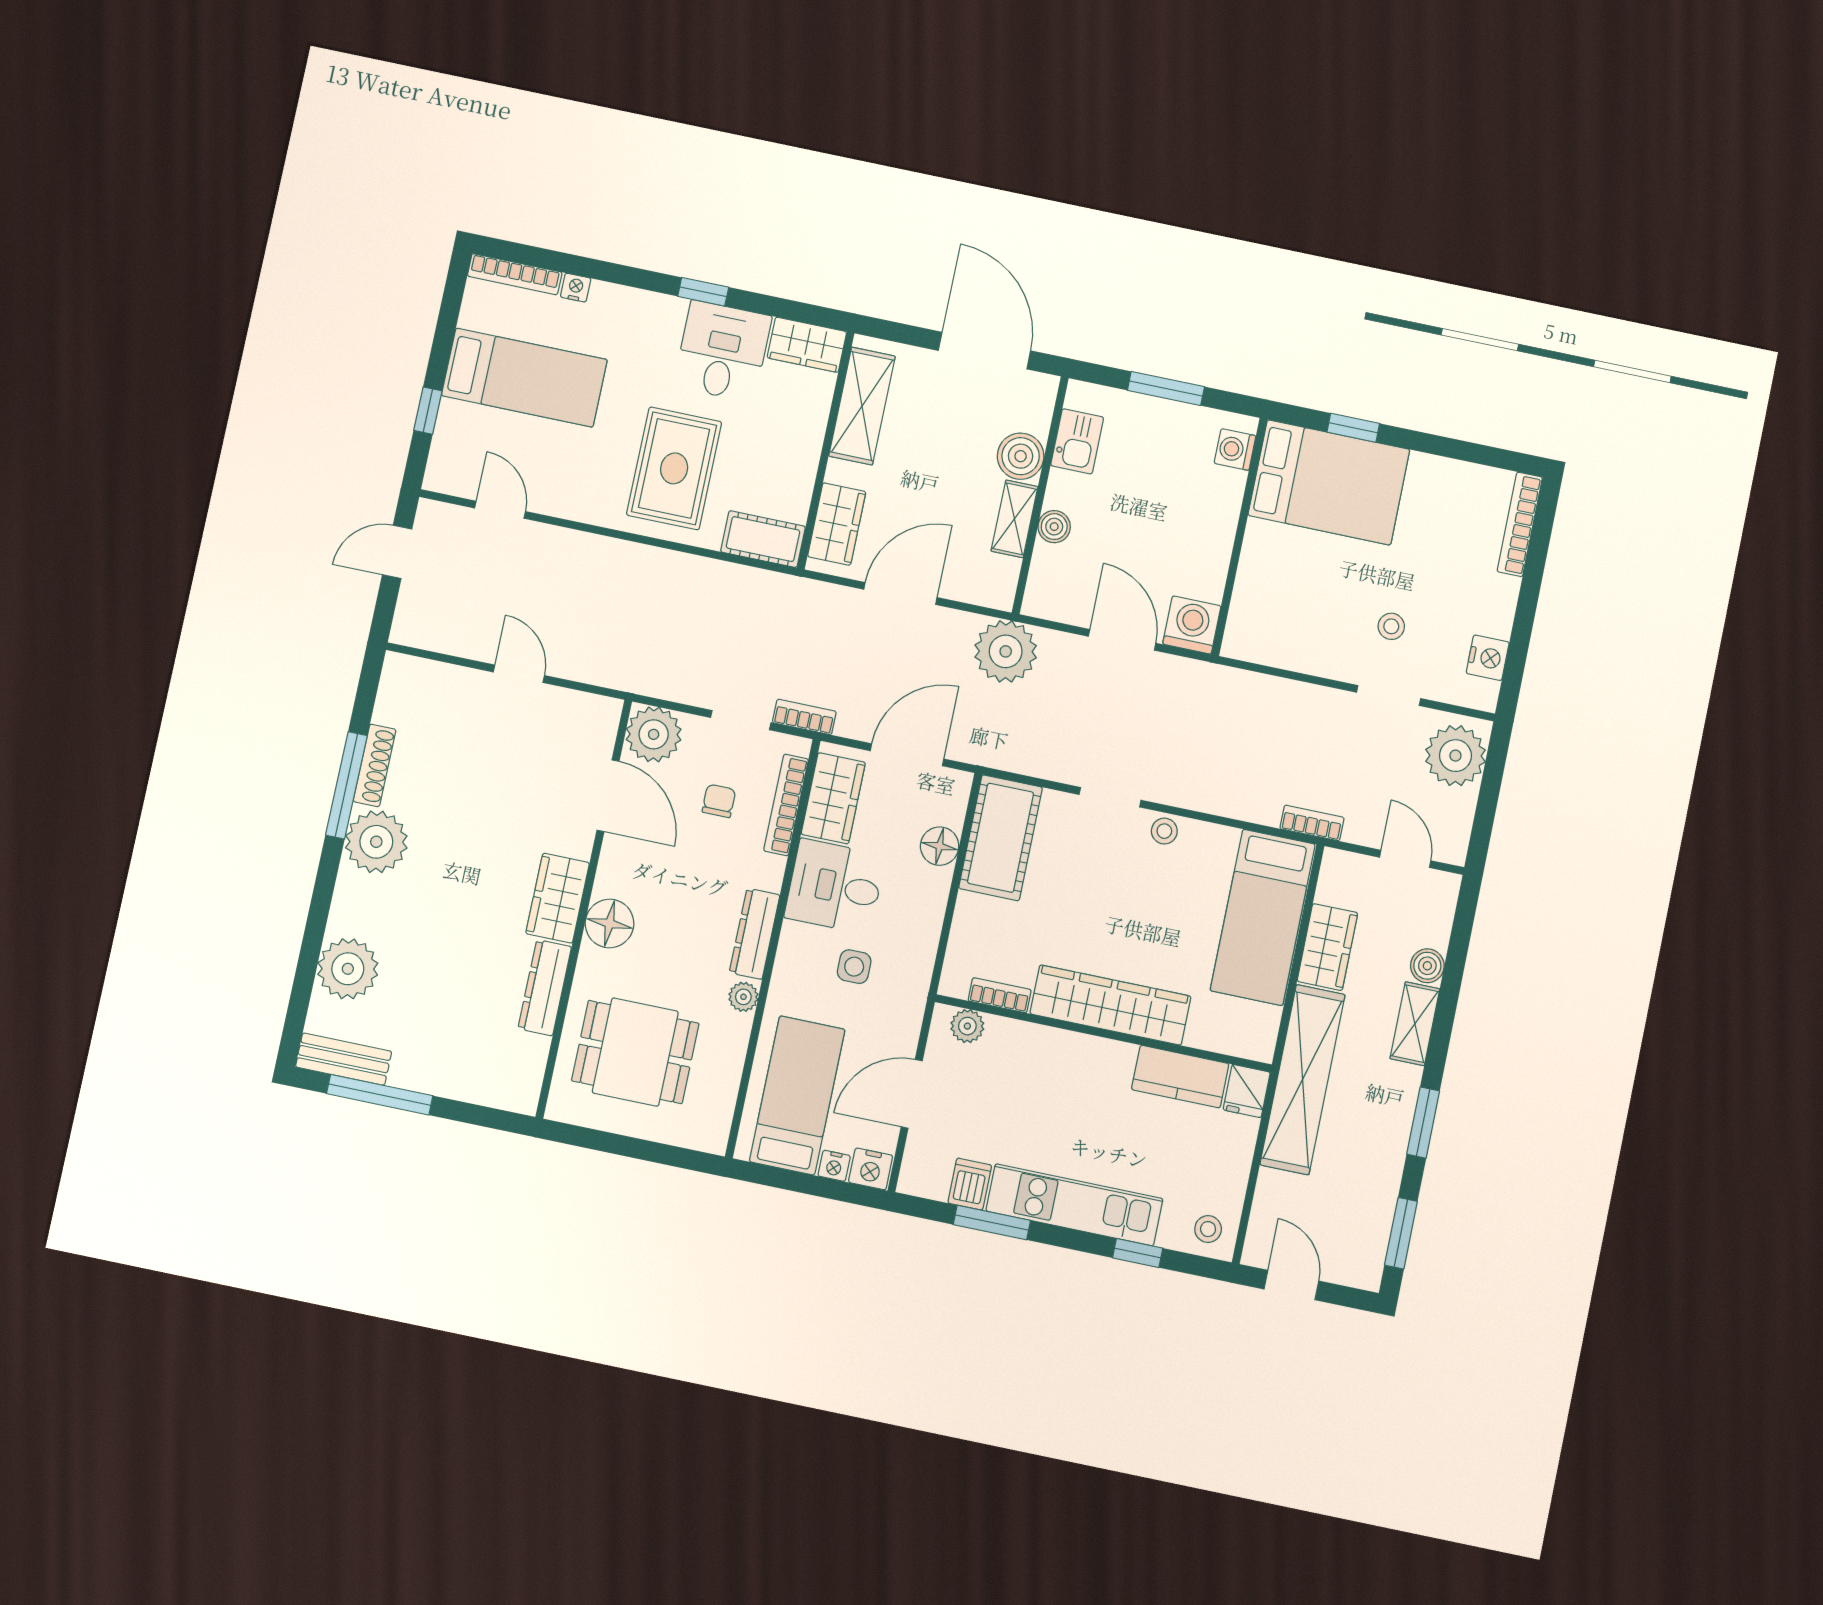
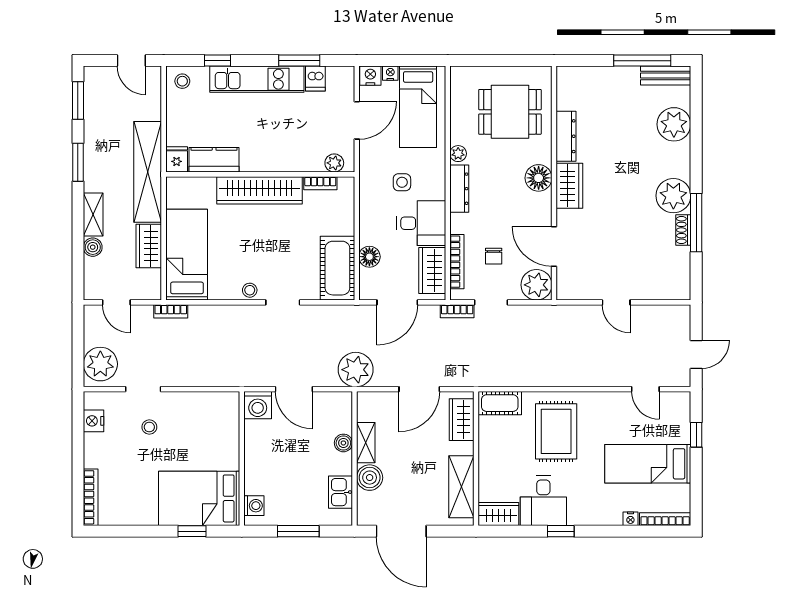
shoe rack: (375, 765) -> (683, 230), width x0.70

